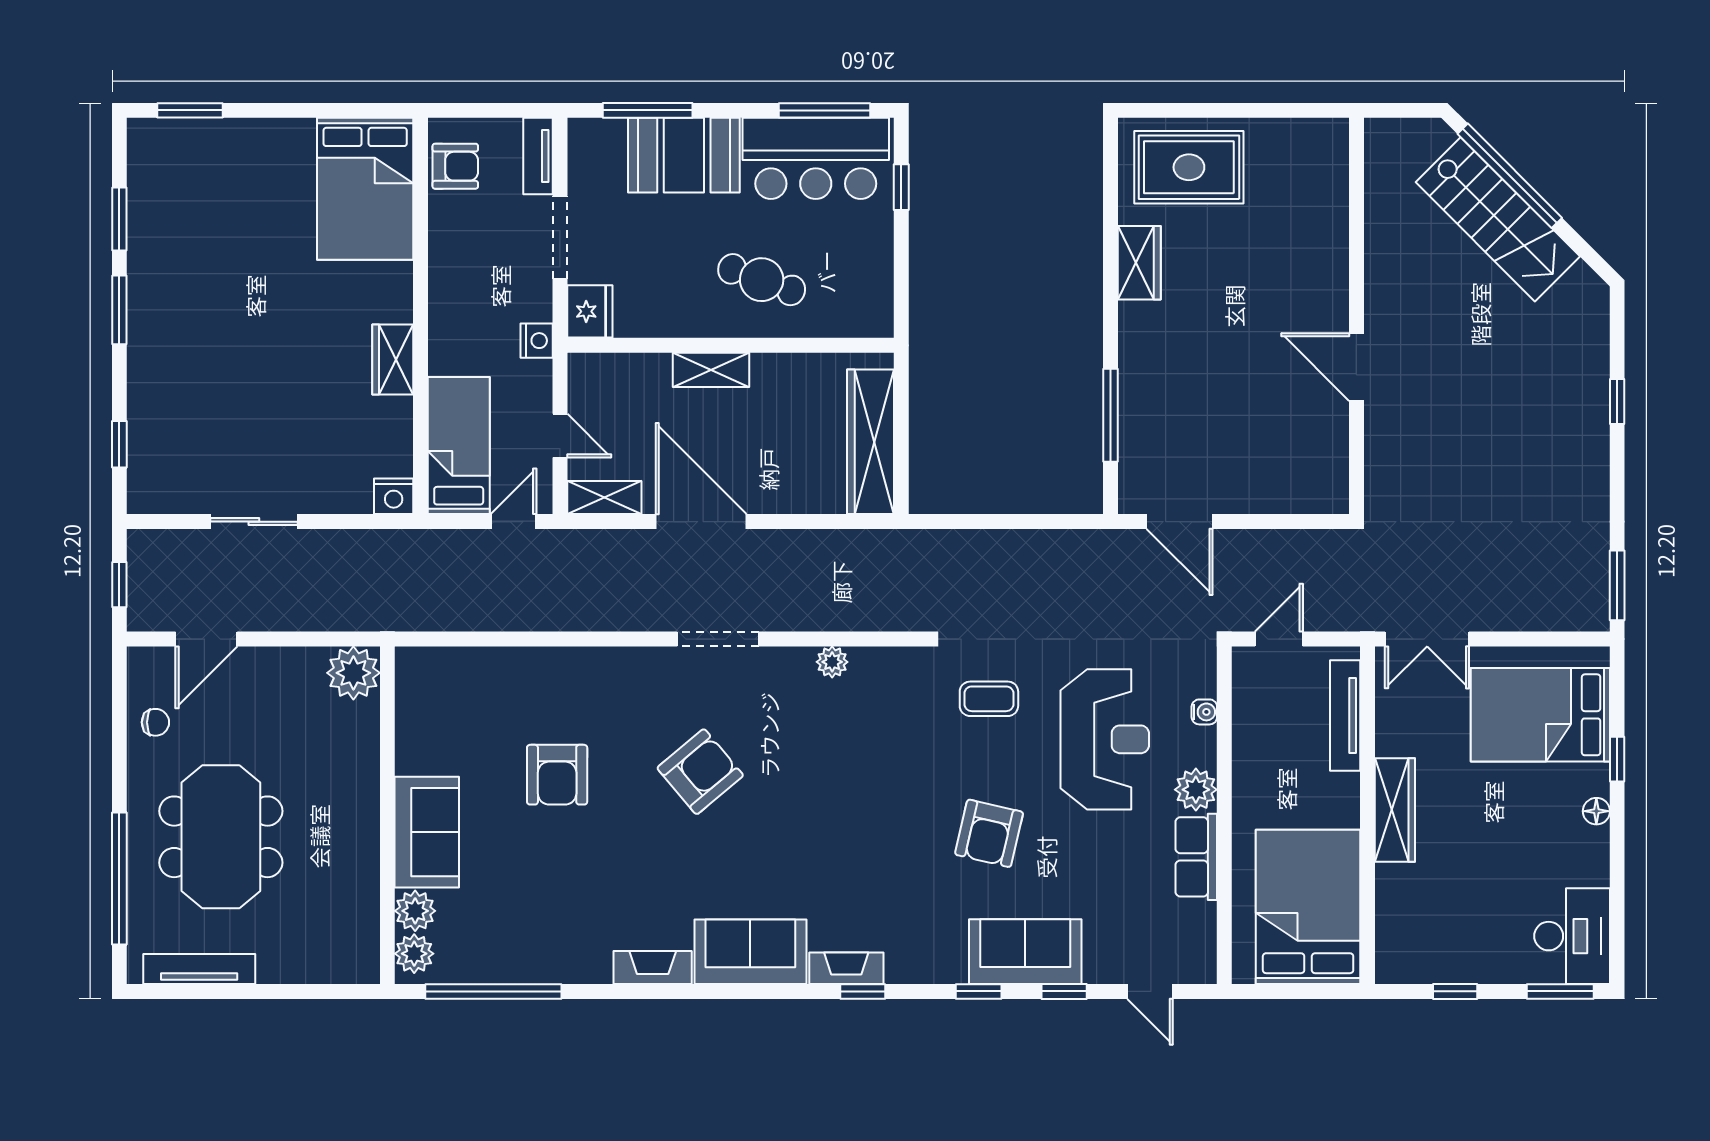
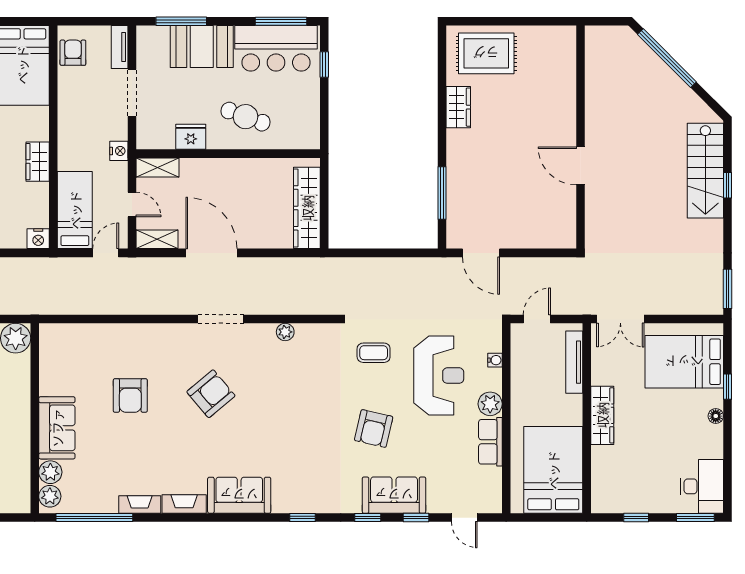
armchair: (455, 166) -> (73, 53), turned -90
stairs: (1498, 219) -> (705, 171), moved, turned 45
fridge: (590, 311) -> (191, 137), moved, turned -90
shelving: (711, 370) -> (158, 167), moved
fireplace: (846, 968) -> (140, 505), moved

